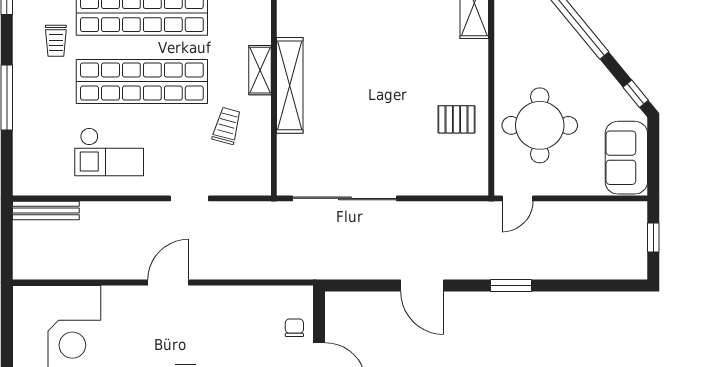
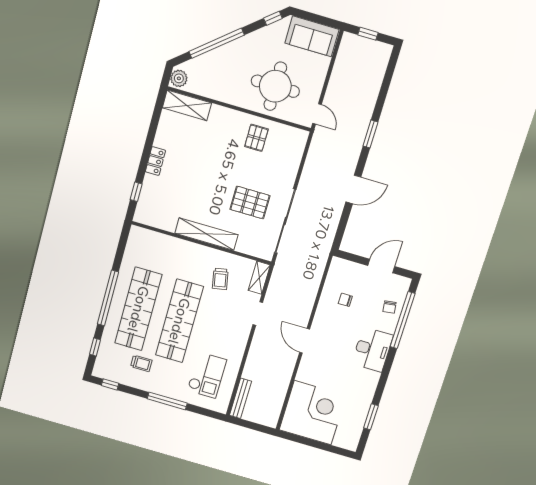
shelving: (260, 70) -> (259, 278), moved, turned 90
trolley: (227, 126) -> (220, 279), turned -116
pallet: (357, 137) -> (250, 202), added
checkout: (109, 152) -> (207, 375), moved
chair: (294, 328) -> (345, 300), moved

